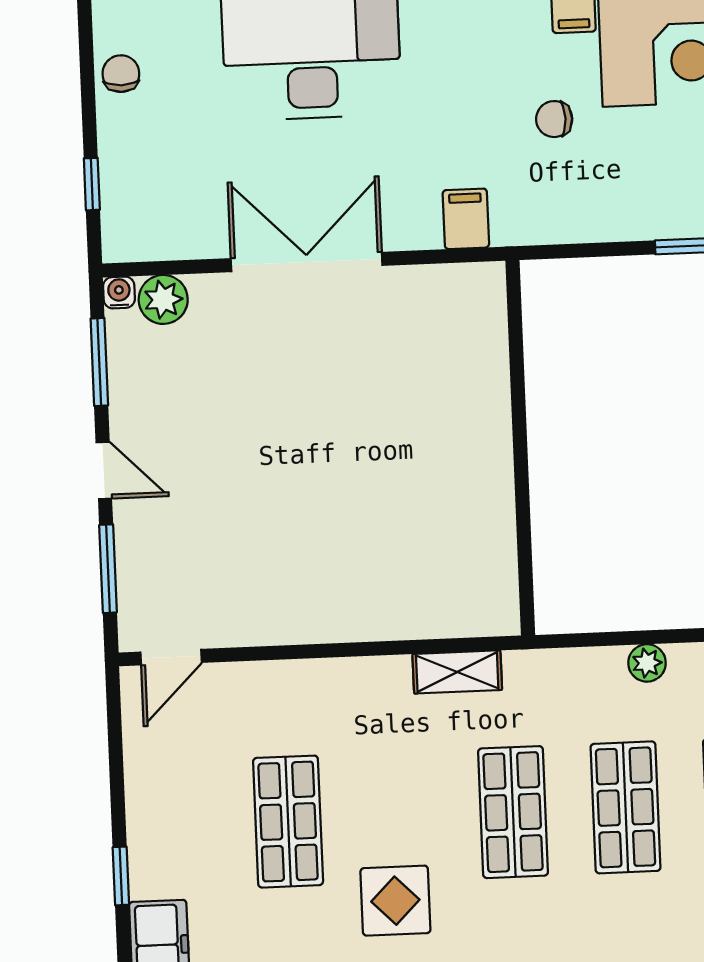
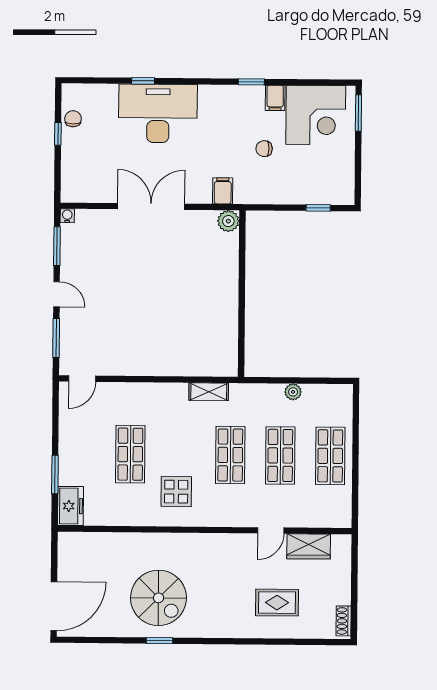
window: (92, 184) -> (58, 134), moved
plant: (163, 299) -> (228, 221), moved
window: (121, 876) -> (55, 475), width x1.50

